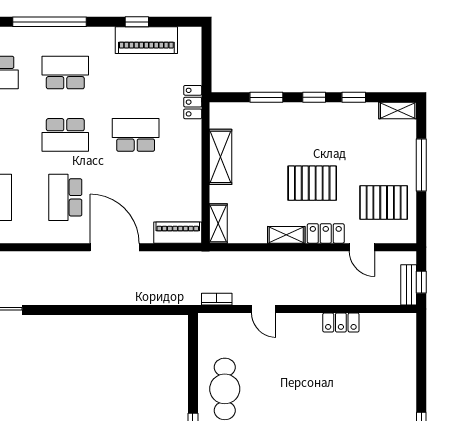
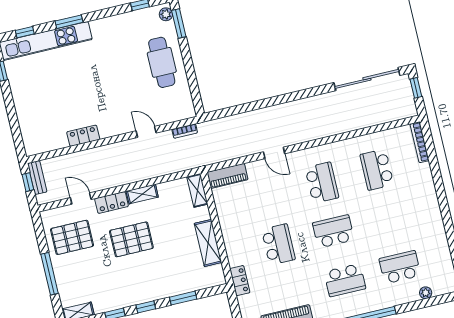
school desk: (136, 135) -> (278, 244), turned -90
door: (115, 247) -> (274, 153), width x0.53

